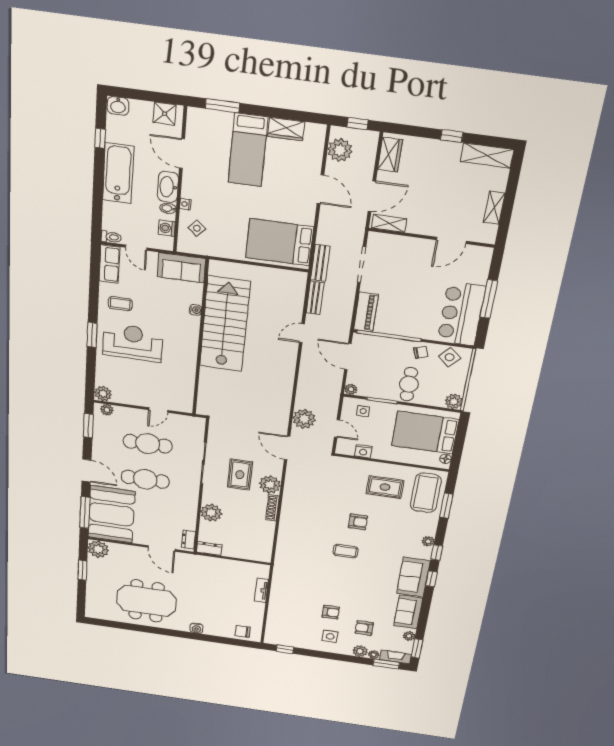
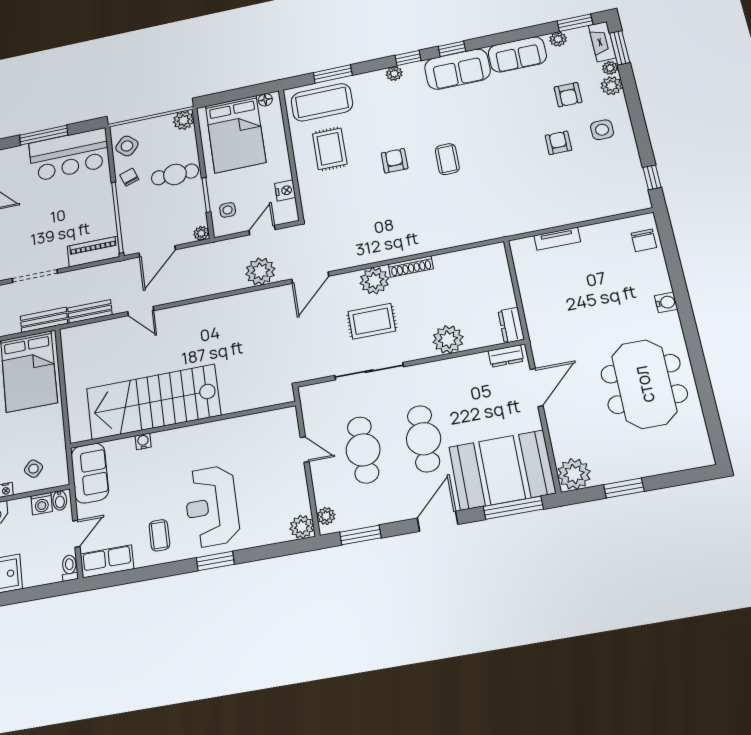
bidet: (168, 208) -> (60, 500), moved

